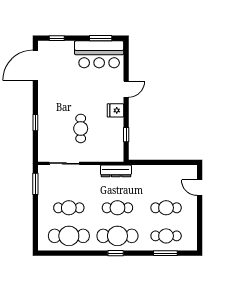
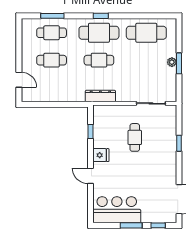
window: (101, 38) -> (131, 225), moved
door: (126, 89) -> (91, 176), hinge flipped
window: (35, 184) -> (179, 63), moved
plant: (43, 206) -> (172, 62), added
cafe table: (69, 208) -> (146, 60), removed

